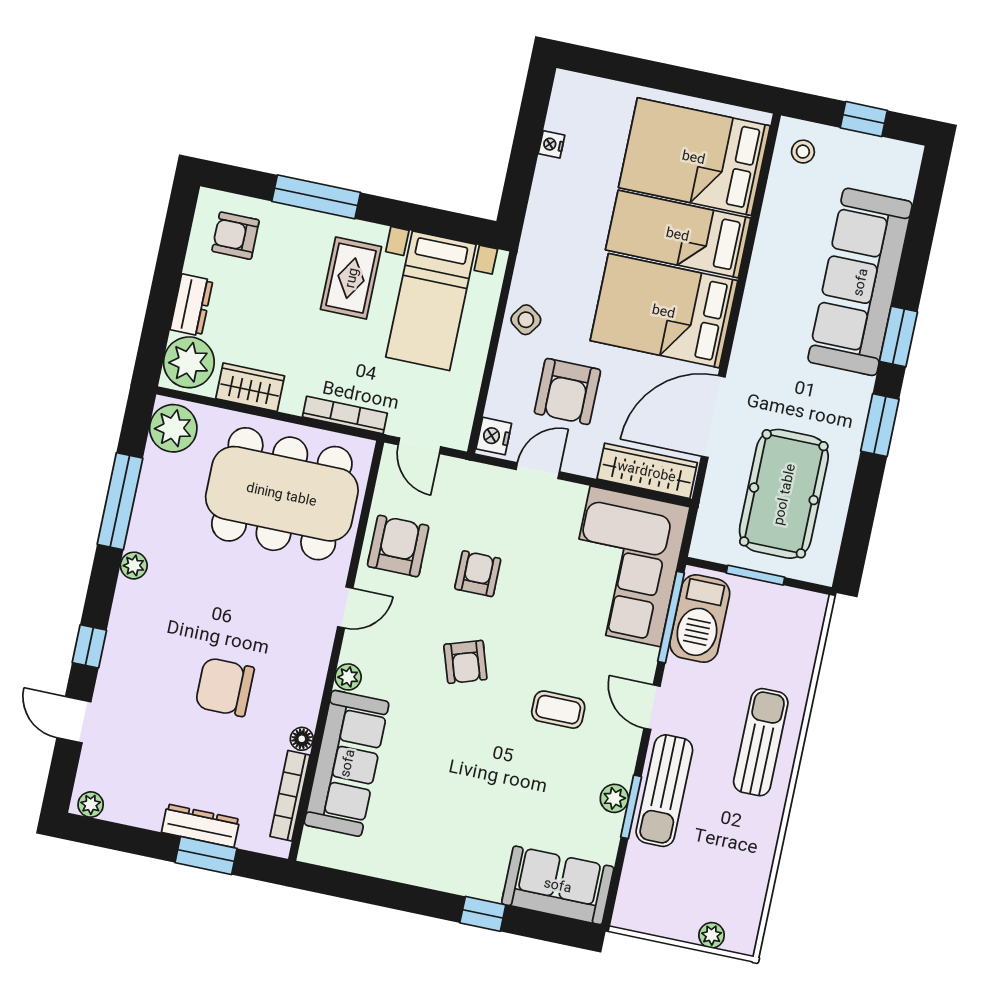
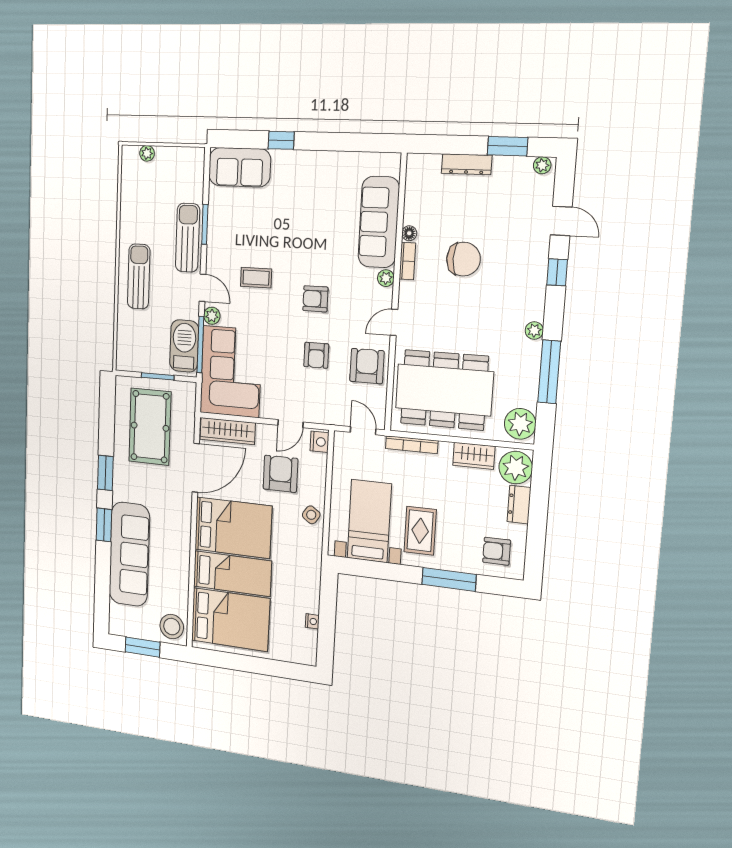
window: (864, 119) -> (143, 647), width x1.50
stool: (803, 152) -> (172, 627), width x1.89, depth x1.89
armchair: (235, 236) -> (497, 551), turned 180
armchair: (398, 546) -> (367, 366), turned 180
armchair: (465, 662) -> (315, 299), turned -72
sun lounger: (761, 742) -> (139, 277), turned 180
bookcase: (290, 796) -> (407, 261), moved, width x0.64
plant: (614, 798) -> (212, 316), moved
window: (206, 855) -> (508, 146), moved

